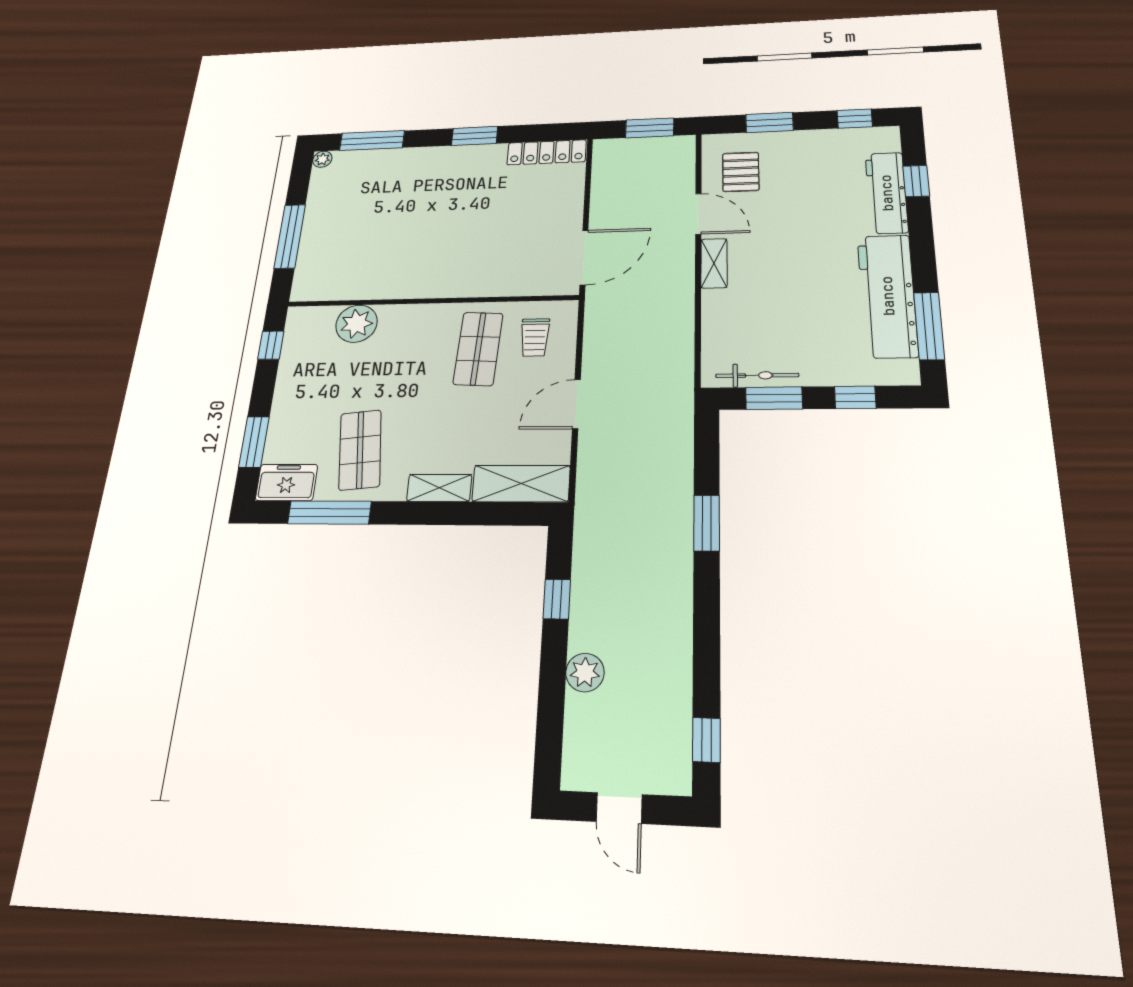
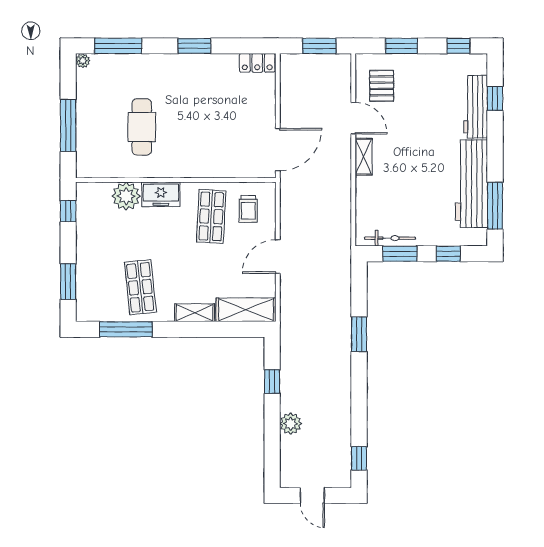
locker: (547, 152) -> (257, 63), width x0.66
cafe table: (391, 235) -> (142, 127), added
freezer: (286, 482) -> (161, 194), moved, turned 180

